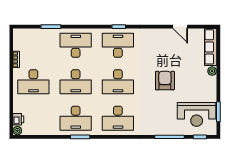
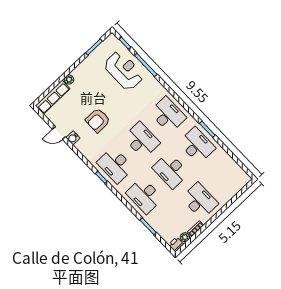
door: (180, 27) -> (59, 133), swing flipped
water cooler: (167, 33) -> (73, 138), added
armchair: (165, 81) -> (98, 120), moved
desk: (76, 82) -> (171, 170), turned 180
reception desk: (197, 114) -> (124, 71), moved
printer: (18, 119) -> (176, 244), moved
plant: (17, 131) -> (185, 237), moved

